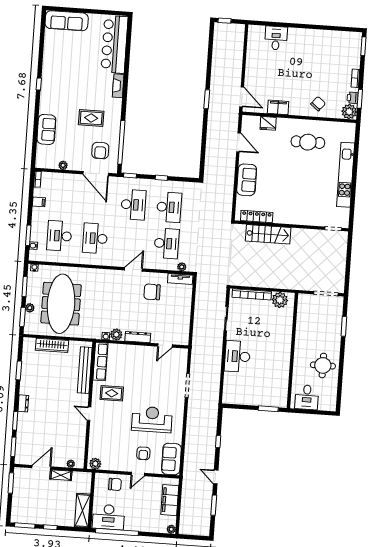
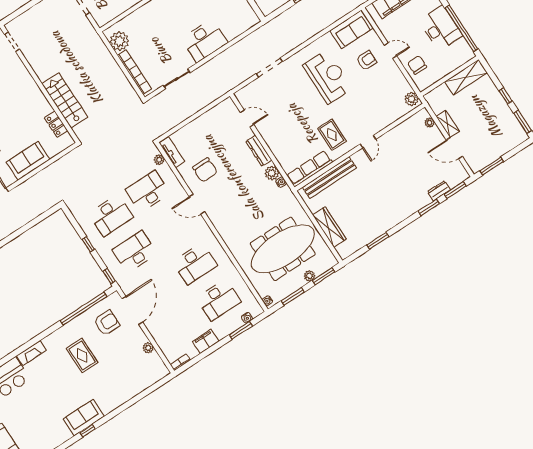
sofa: (46, 129) -> (84, 418), moved
filing cabinet: (39, 202) -> (206, 341), width x2.00
desk: (169, 207) -> (111, 215), turned 180
locker: (257, 217) -> (56, 124), width x0.66
dresser: (23, 403) -> (439, 191), moved
reception desk: (152, 419) -> (328, 77), turned 180
desk: (108, 517) -> (441, 28), moved

